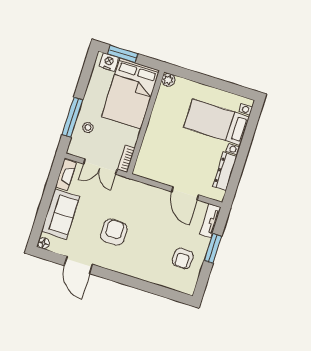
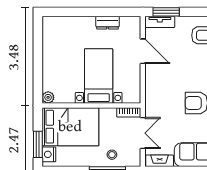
bed with nightstands: (216, 122) -> (99, 76), moved, turned 180
dresser: (225, 171) -> (108, 23), width x0.70
door: (185, 193) -> (143, 51), hinge flipped
window: (213, 248) -> (166, 12), moved

